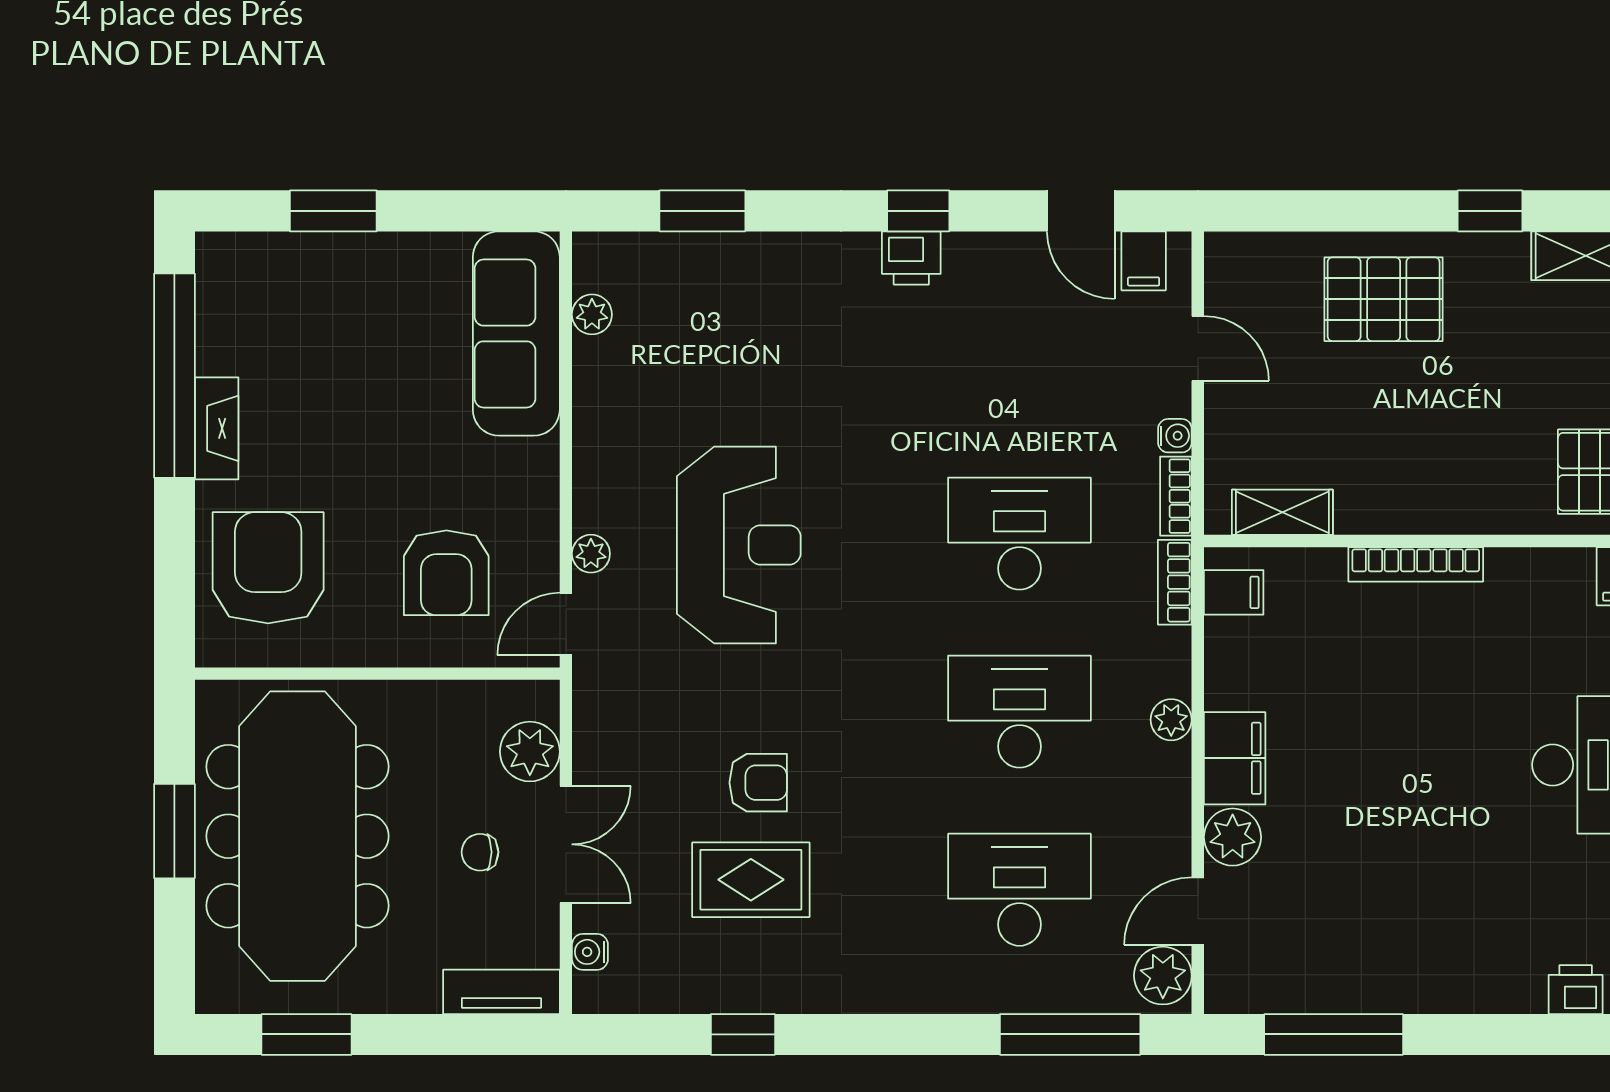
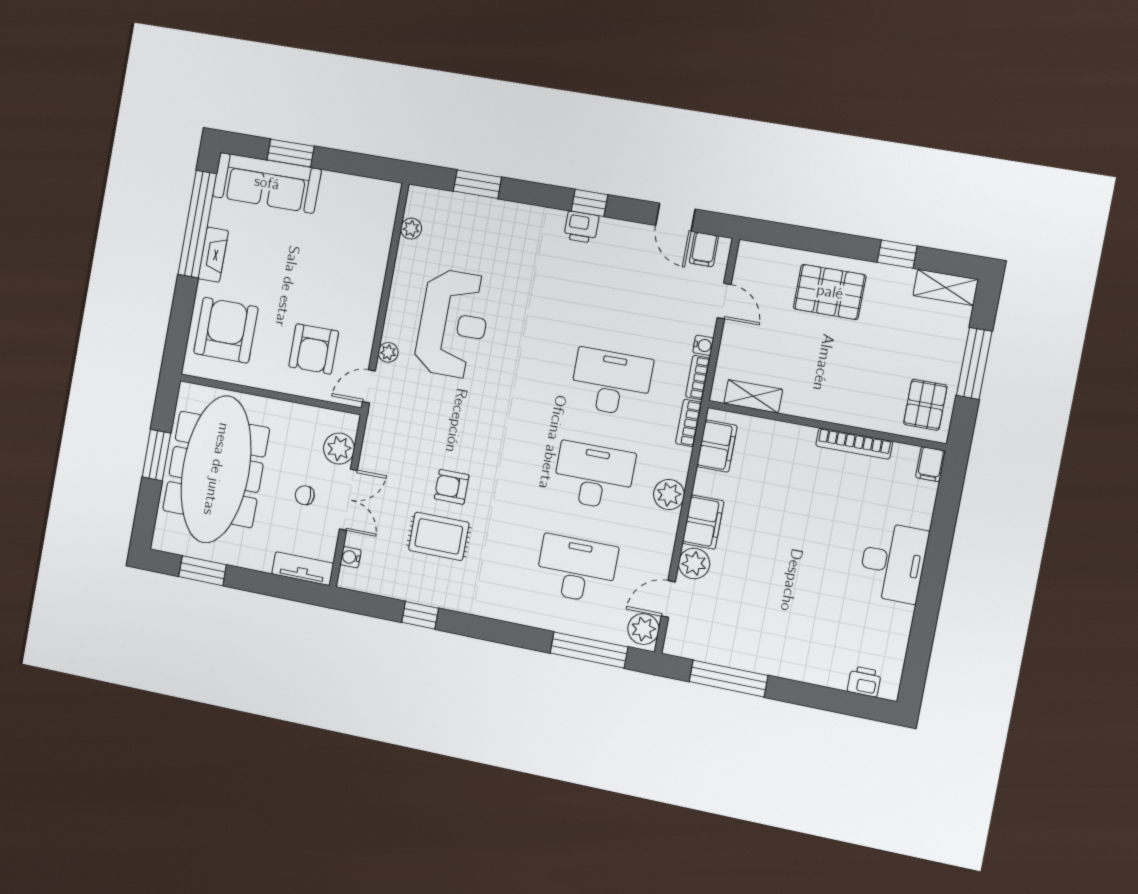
sofa: (516, 333) -> (267, 183), moved, turned -90
reception desk: (739, 545) -> (453, 324), moved
bookcase: (1416, 564) -> (854, 444), moved
filing cabinet: (1234, 592) -> (717, 446), width x2.00
plant: (1171, 720) -> (669, 495), width x1.38, depth x1.38
armchair: (758, 783) -> (452, 487), turned 180

